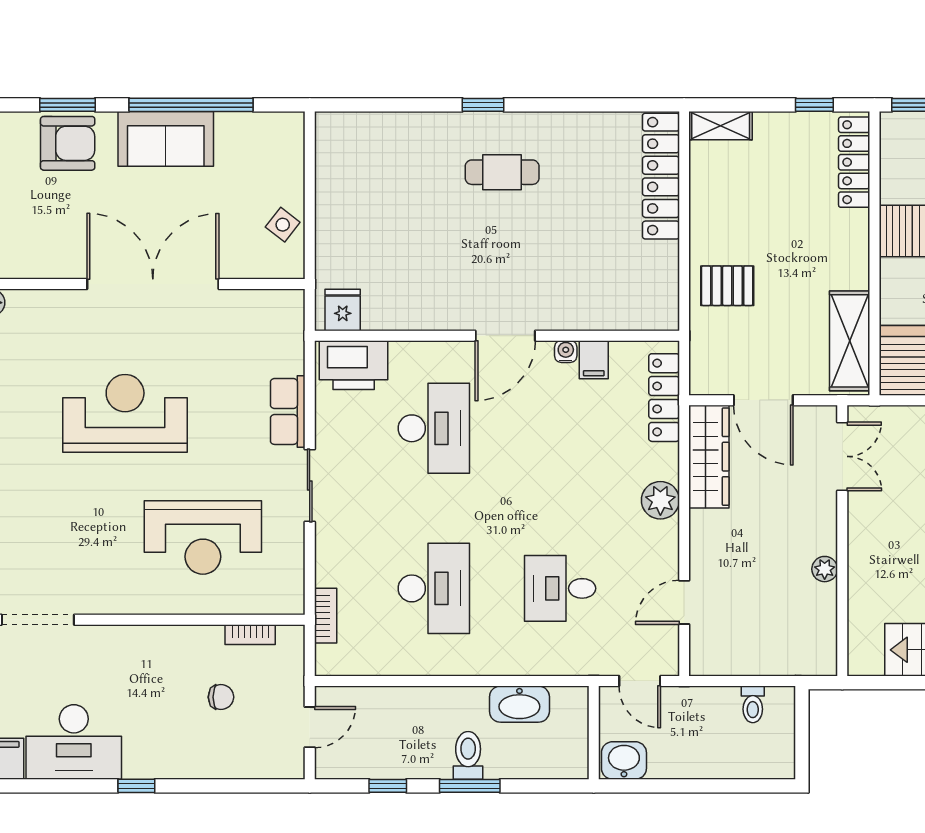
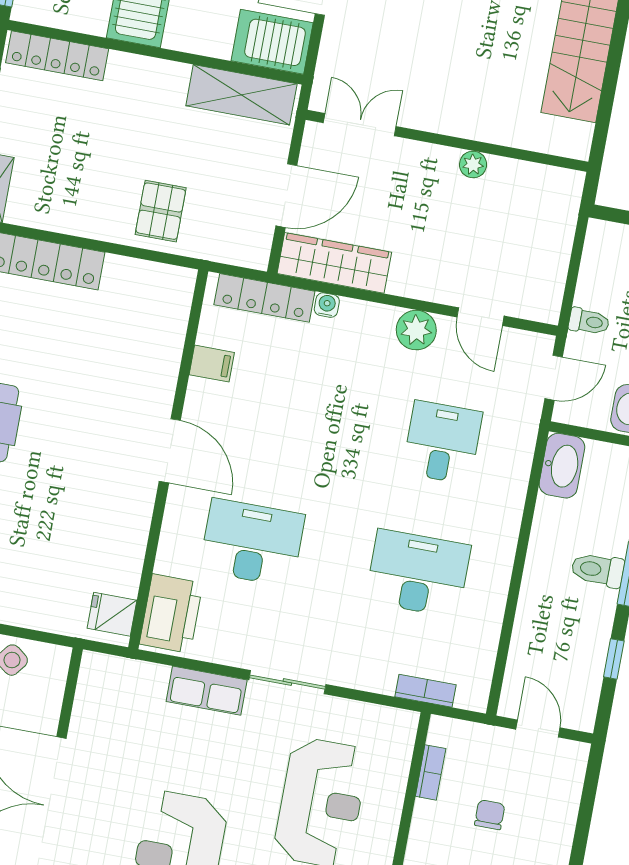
water cooler: (566, 352) -> (327, 305), moved, turned 90
plant: (660, 500) -> (416, 330), moved
desk: (560, 588) -> (442, 442), turned 180
washbasin: (519, 704) -> (562, 466), moved
toilet: (753, 704) -> (589, 321), moved

